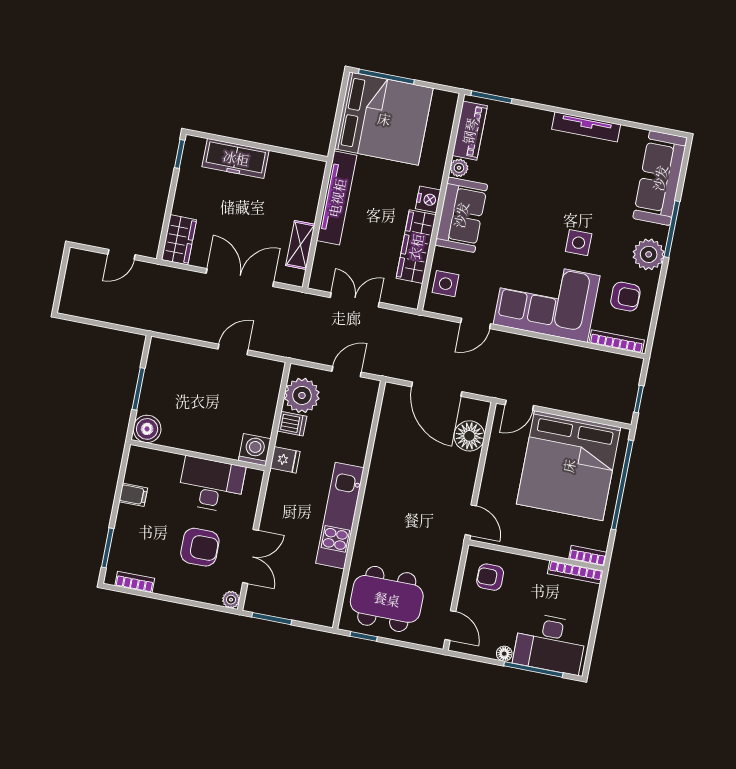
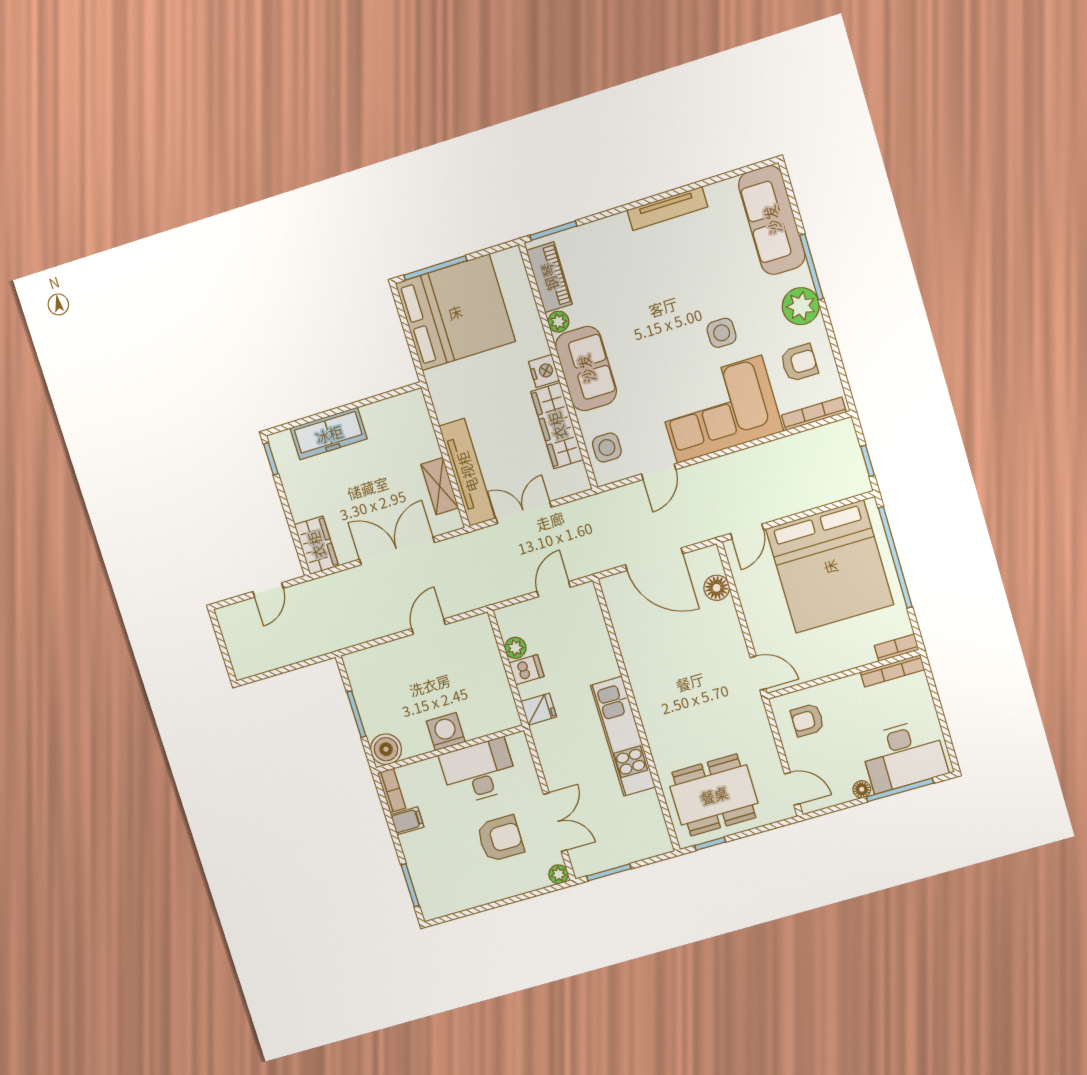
tv unit: (337, 198) -> (467, 472), moved
plant: (302, 395) -> (515, 648), width x0.53, depth x0.53
floor lamp: (469, 436) -> (717, 588), width x0.73, depth x0.73
washing machine: (255, 450) -> (446, 732), moved
bookcase: (135, 582) -> (392, 790), moved, turned 90

